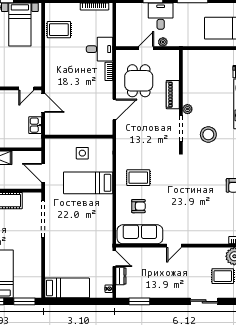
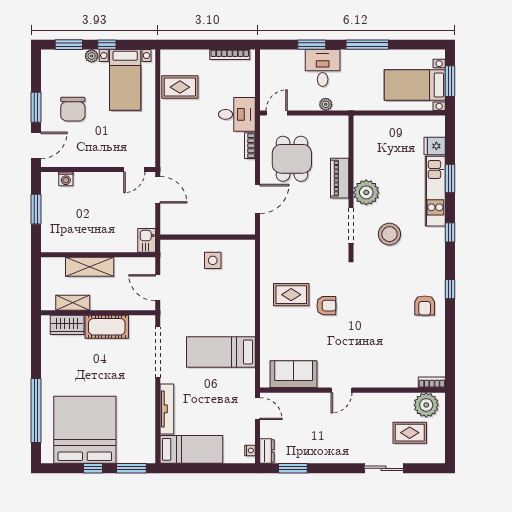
door: (146, 48) -> (277, 113), moved
plant: (187, 109) -> (366, 192), width x1.88, depth x1.88
kitchen sink: (35, 125) -> (147, 240), moved
bed: (88, 183) -> (221, 352), moved
armchair: (138, 206) -> (326, 306), moved
sofa: (140, 234) -> (294, 374), width x0.73
tv unit: (50, 259) -> (167, 409), added
dresser: (121, 276) -> (267, 451), moved

